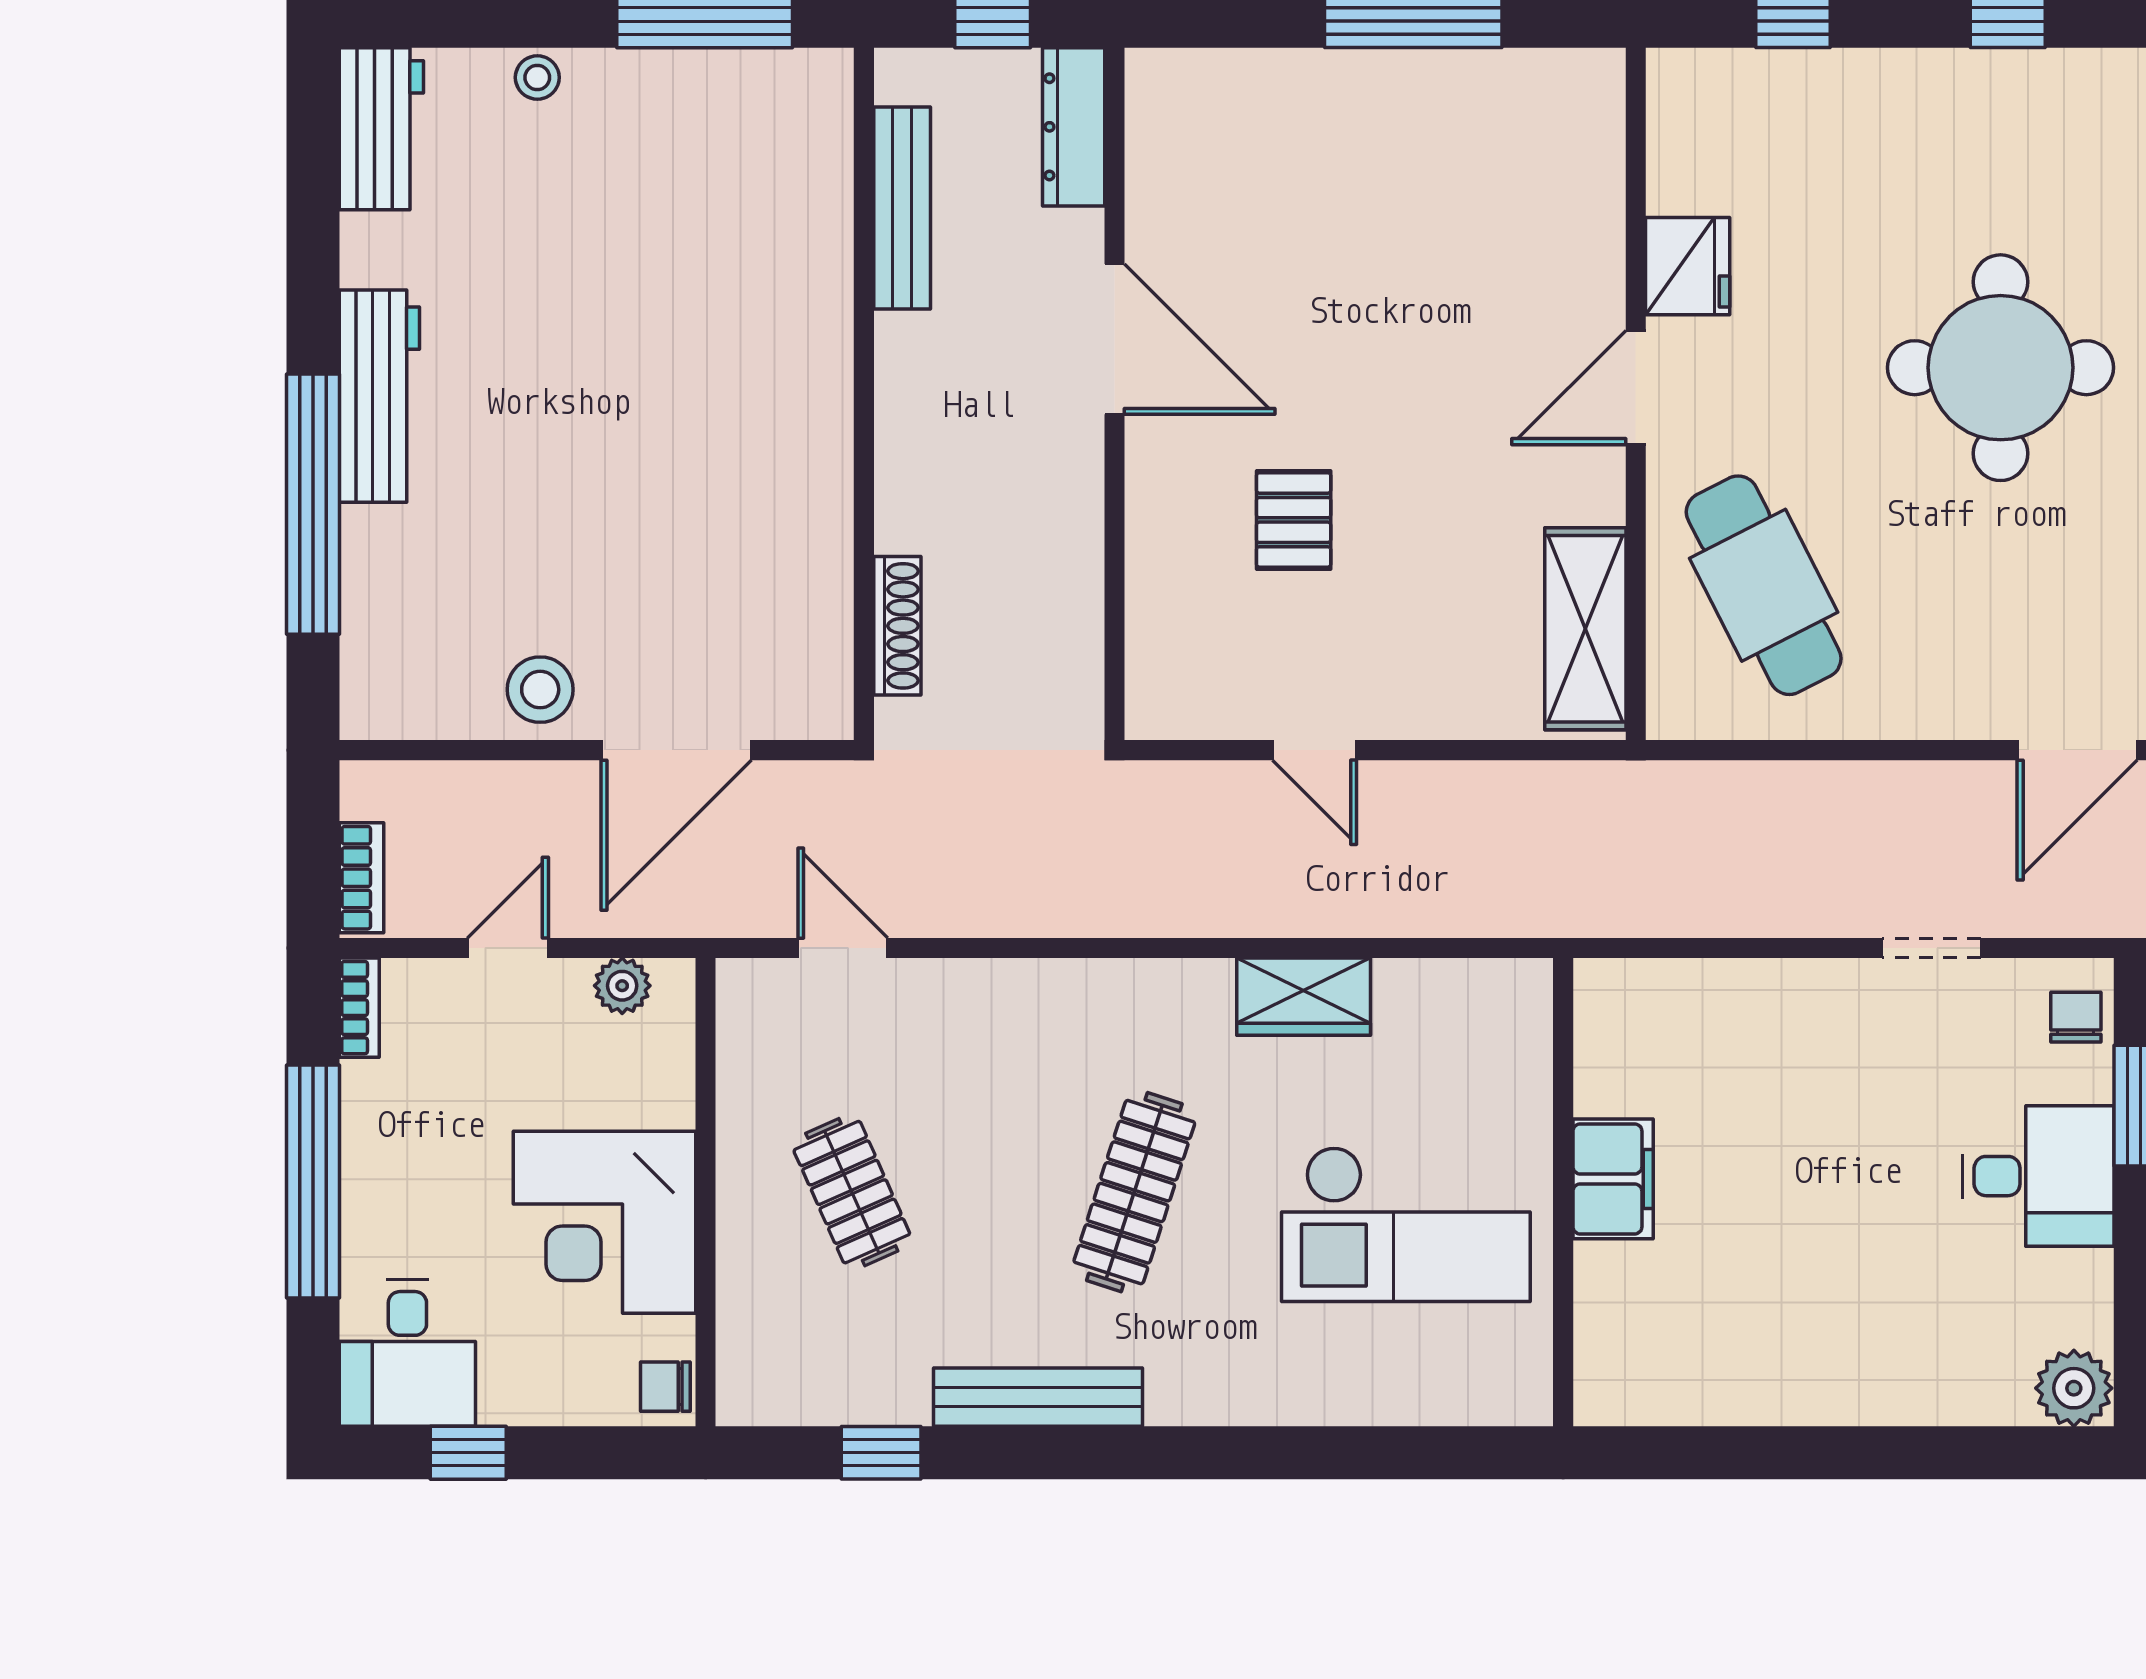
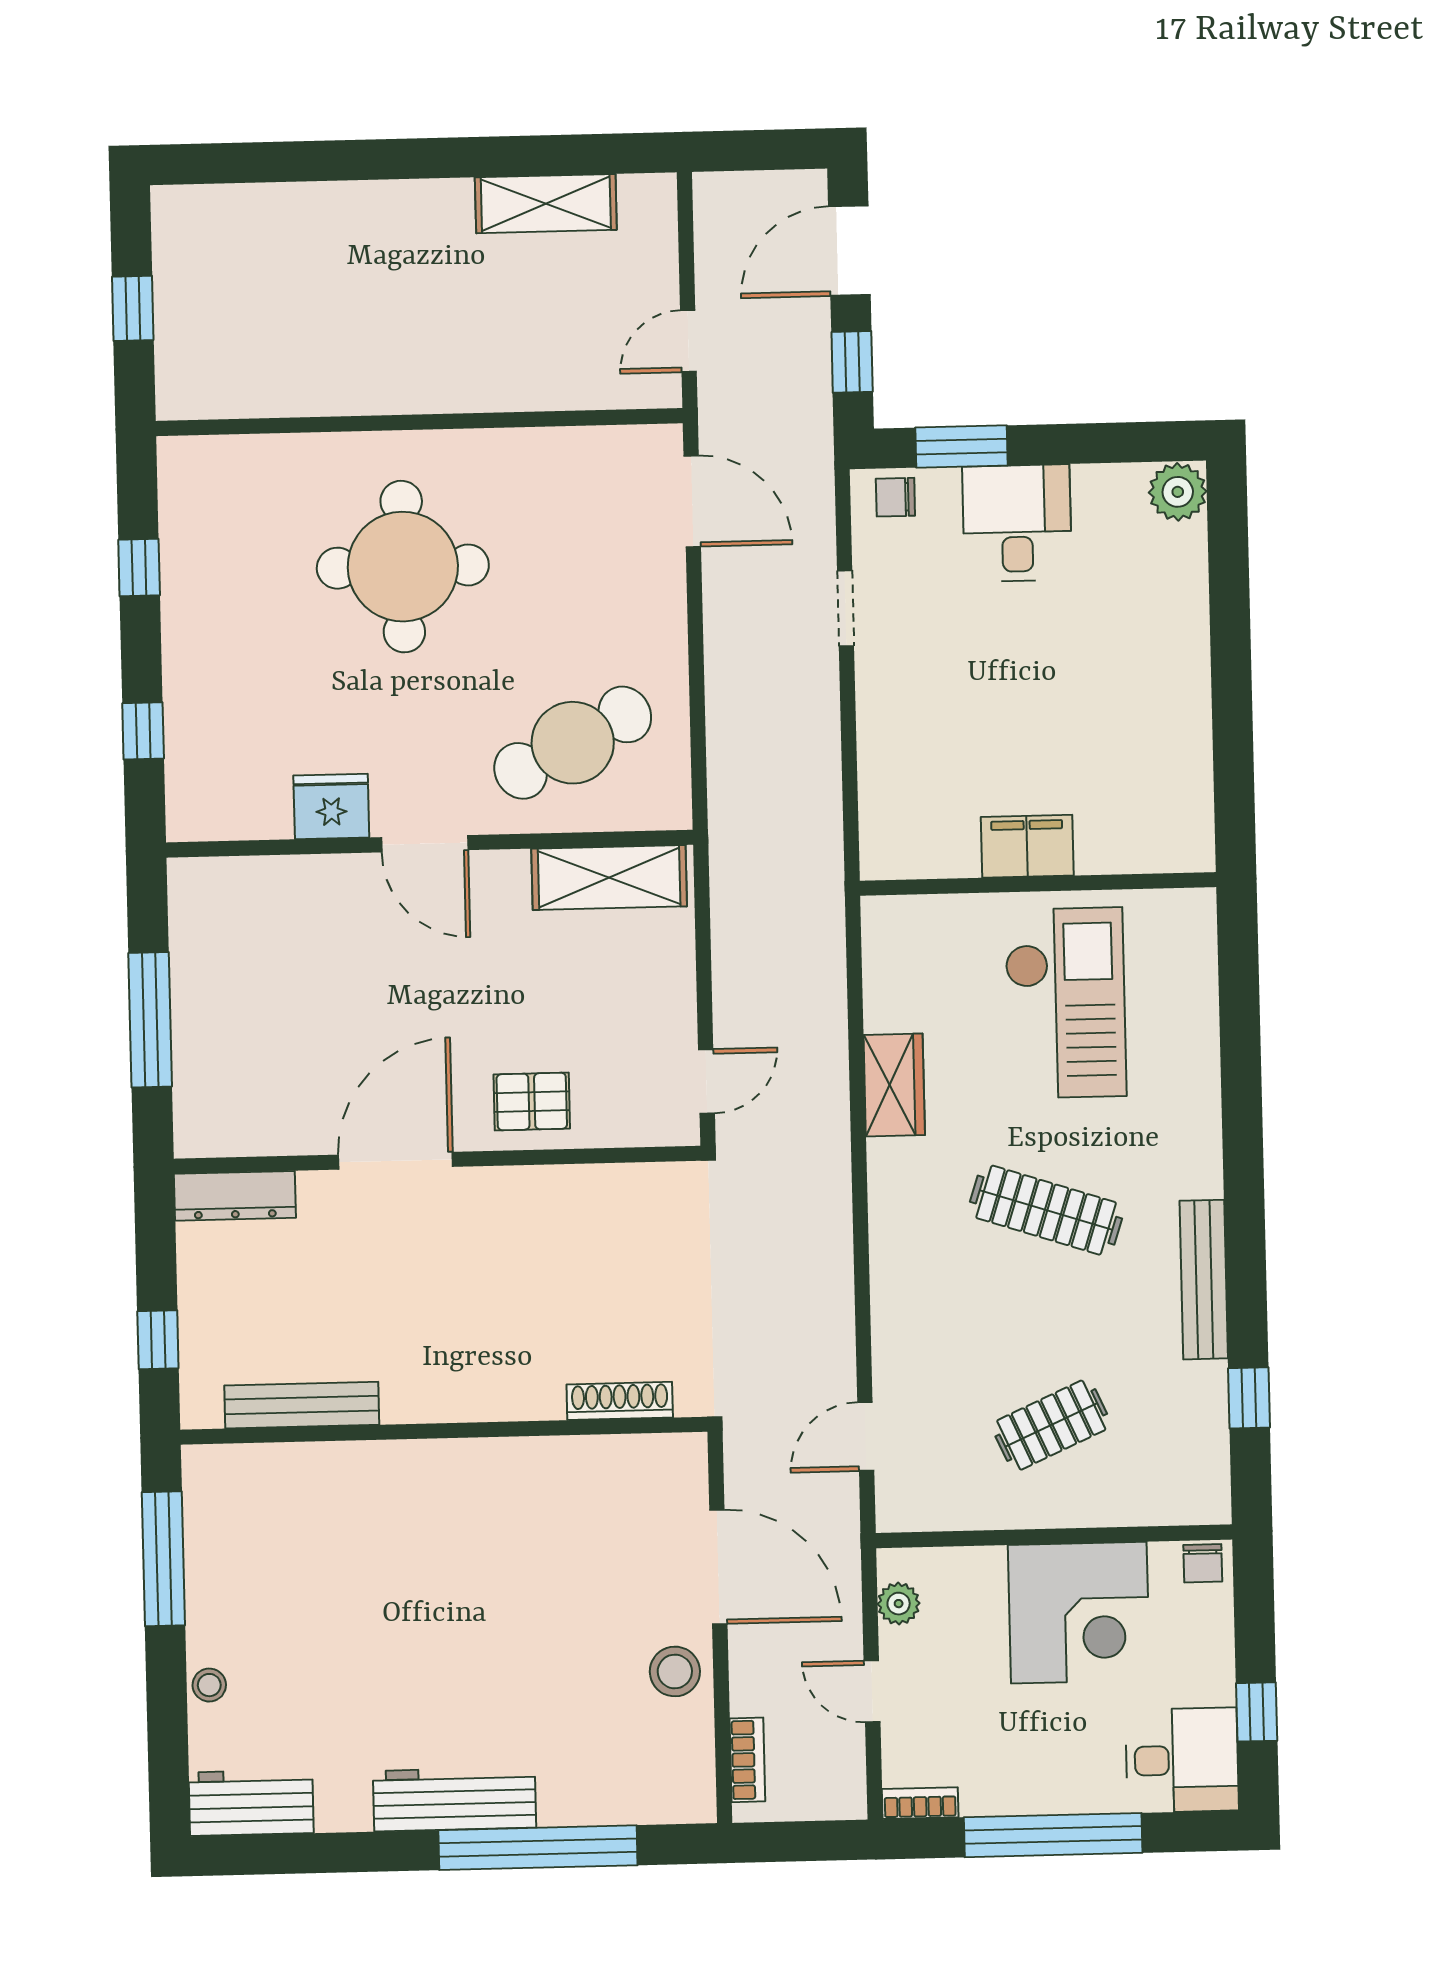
dresser: (1074, 127) -> (235, 1196), moved
door: (1115, 339) -> (396, 1161), moved
wall: (1115, 394) -> (437, 1160), moved
bookcase: (362, 878) -> (747, 1760), moved, turned 90

